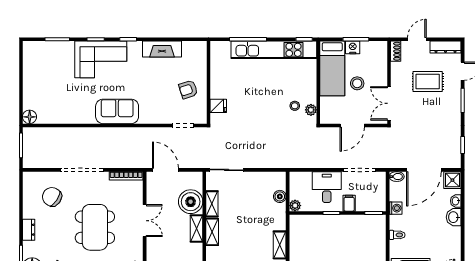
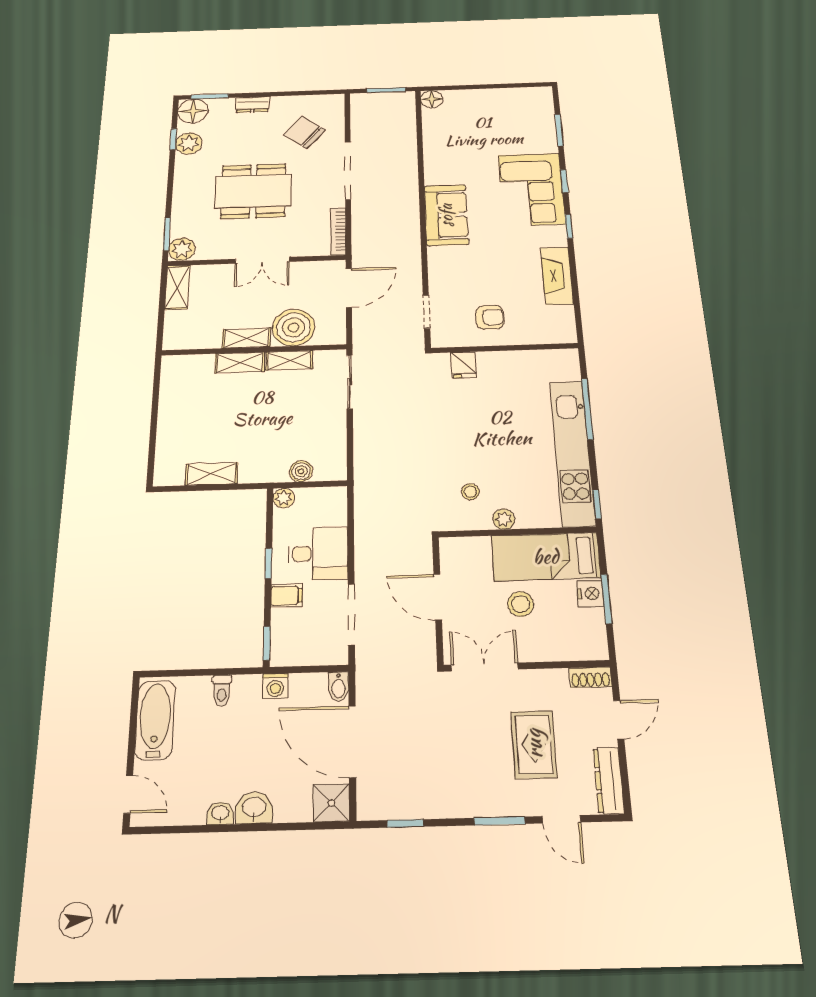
door: (417, 39) -> (619, 720), hinge flipped
armchair: (188, 89) -> (490, 317), turned 108
plant: (311, 110) -> (504, 519), moved
chair: (52, 197) -> (304, 132), turned -86
washbasin: (456, 201) -> (220, 813), moved

